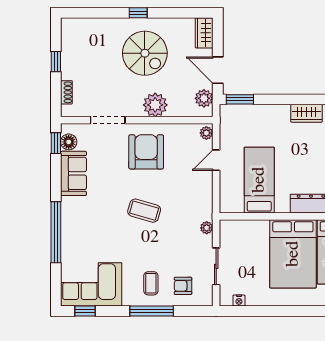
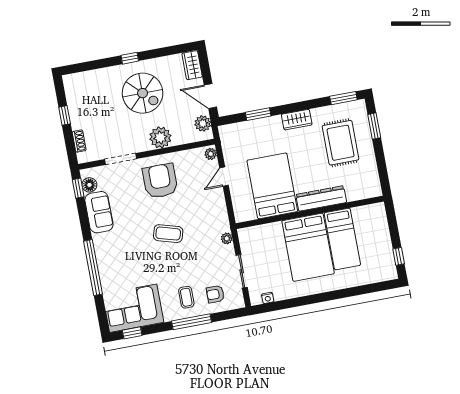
window: (240, 99) -> (258, 114), moved
bed: (259, 180) -> (272, 186), width x1.50

